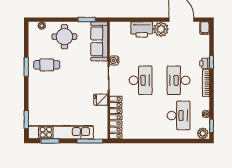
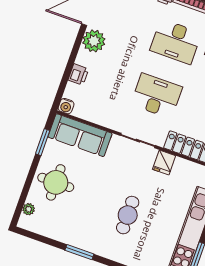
printer: (142, 29) -> (78, 74), width x0.53, depth x0.68
water cooler: (114, 60) -> (66, 106), moved
cafe table: (47, 65) -> (128, 215), moved

